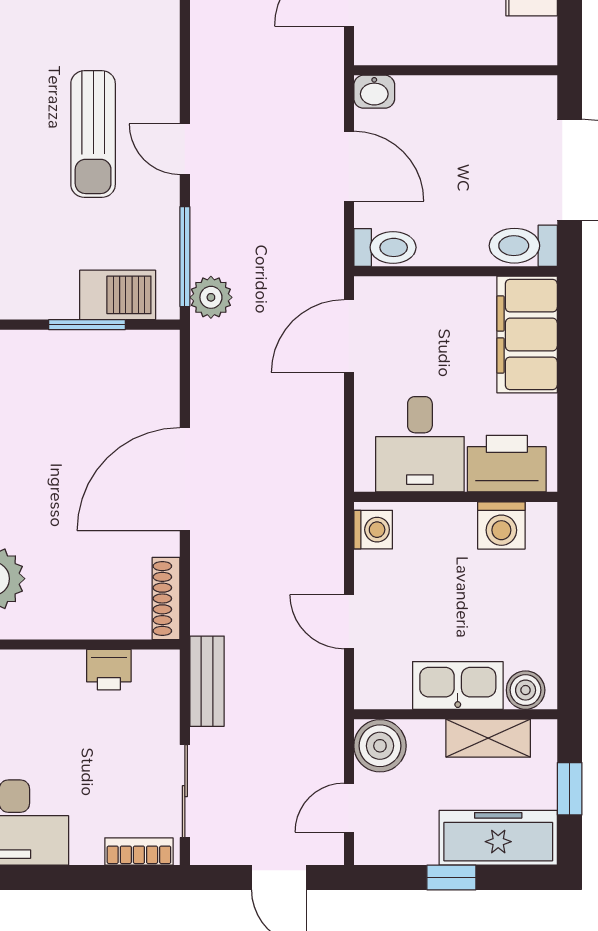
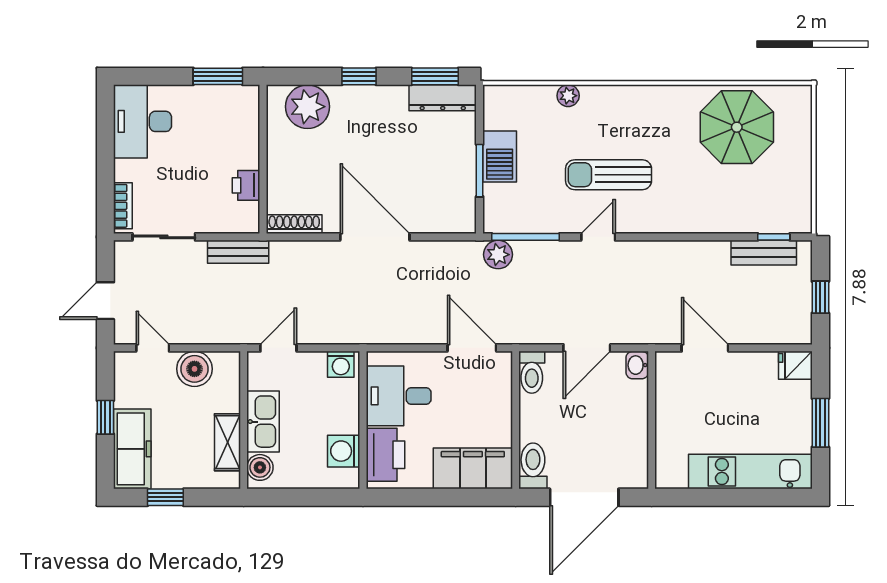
barbecue: (118, 295) -> (500, 156), moved
kitchen sink: (458, 685) -> (263, 422), moved
boiler: (526, 690) -> (260, 467), moved
wall: (456, 714) -> (244, 420), moved
shelving: (488, 738) -> (227, 442), moved

